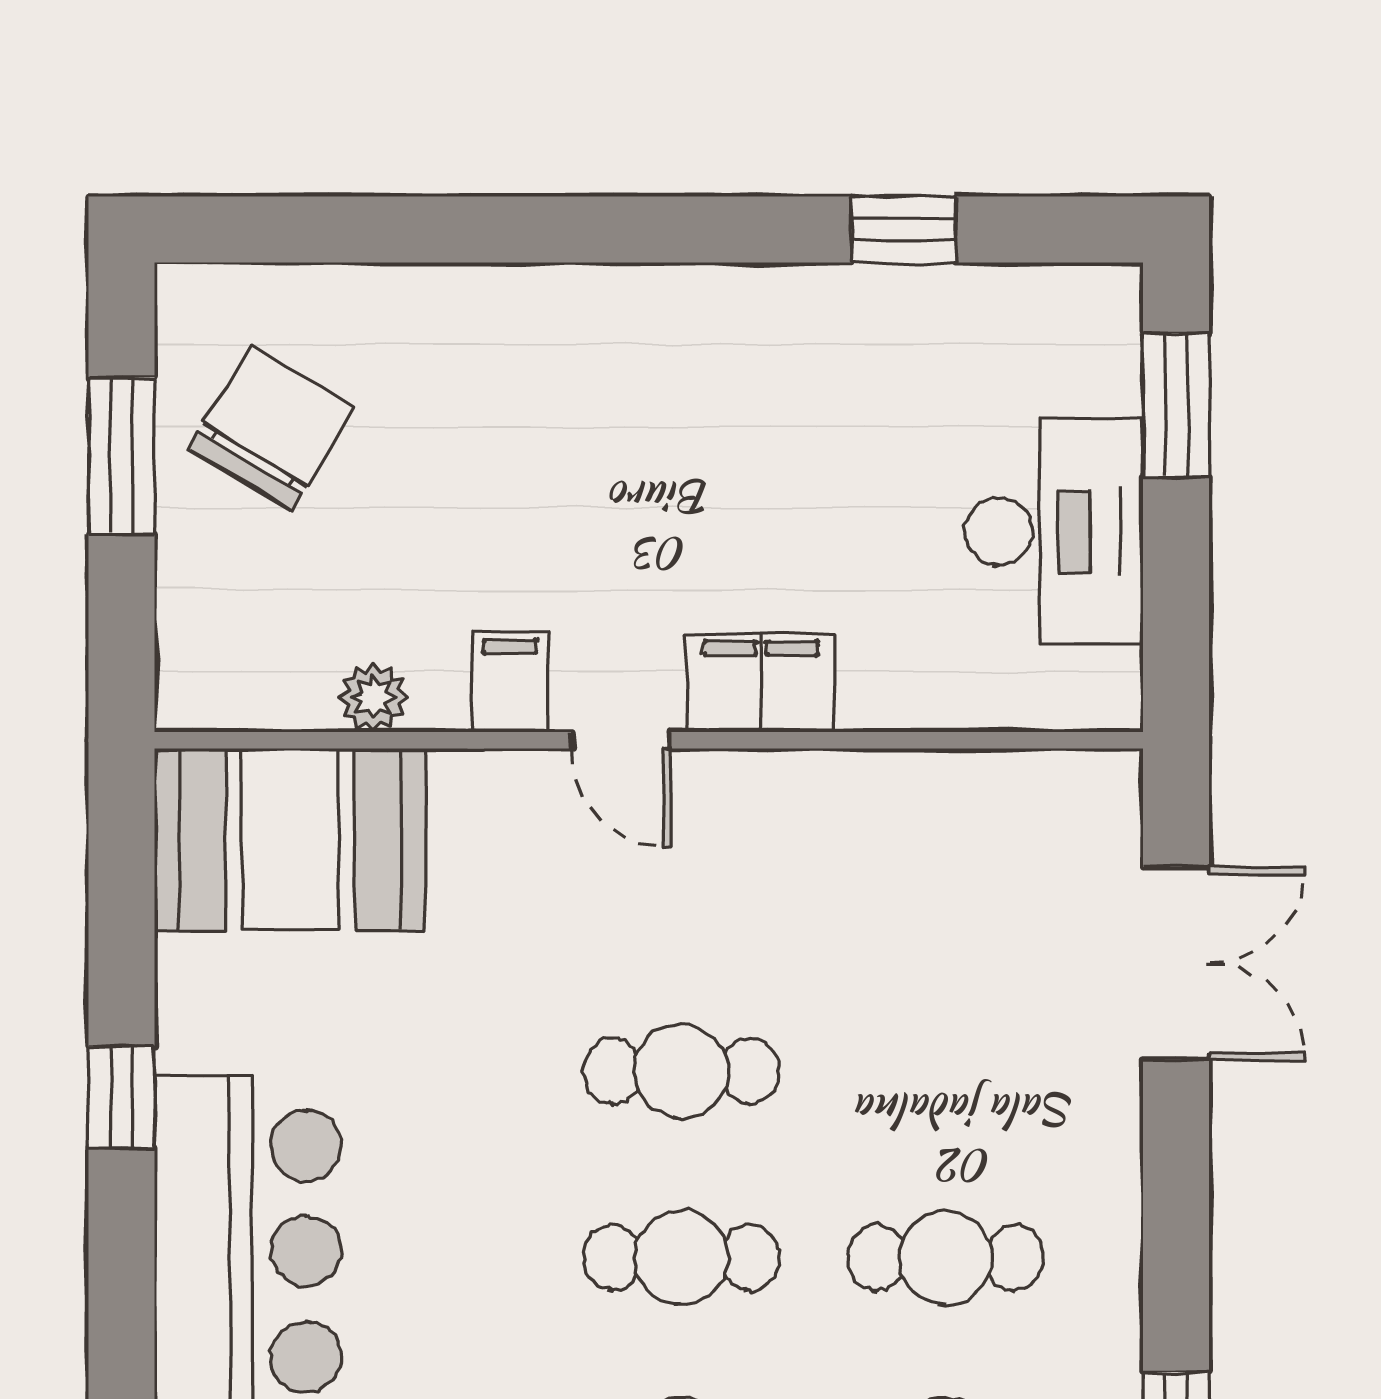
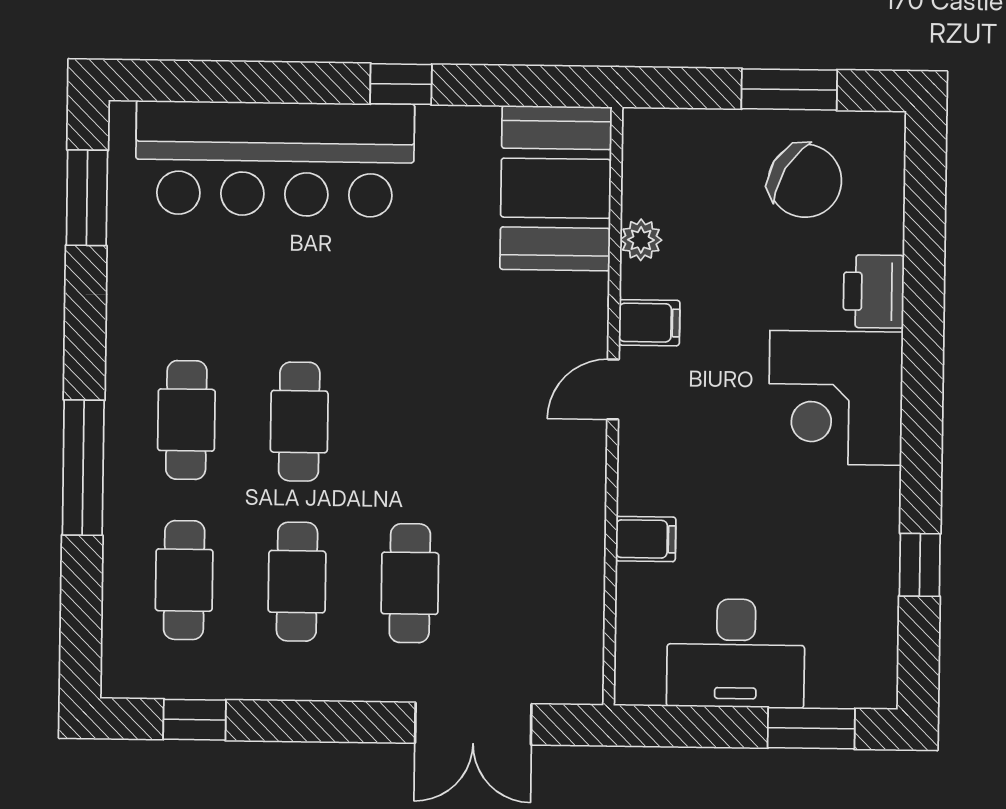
printer: (453, 312) -> (874, 291), added
corner desk: (630, 372) -> (836, 398), added
filing cabinet: (761, 683) -> (646, 539), moved, width x0.50
cafe table: (681, 1071) -> (410, 583), moved

